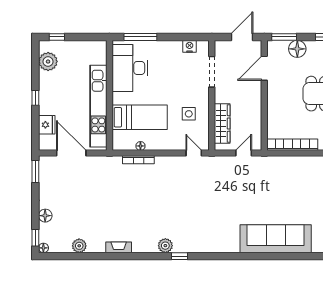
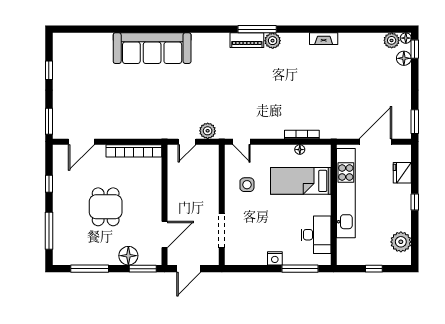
window: (57, 37) -> (374, 269), moved
nightstand: (189, 46) -> (275, 258), moved
desk: (130, 68) -> (316, 235), width x0.73, depth x0.77
wardrobe: (222, 124) -> (211, 174), removed
door: (71, 153) -> (375, 142), swing flipped
plant: (225, 163) -> (208, 131), added
floor lamp: (45, 216) -> (404, 58), moved
plant: (79, 246) -> (392, 40), moved
piano: (189, 246) -> (247, 40), added
window: (180, 256) -> (257, 29), width x2.17

